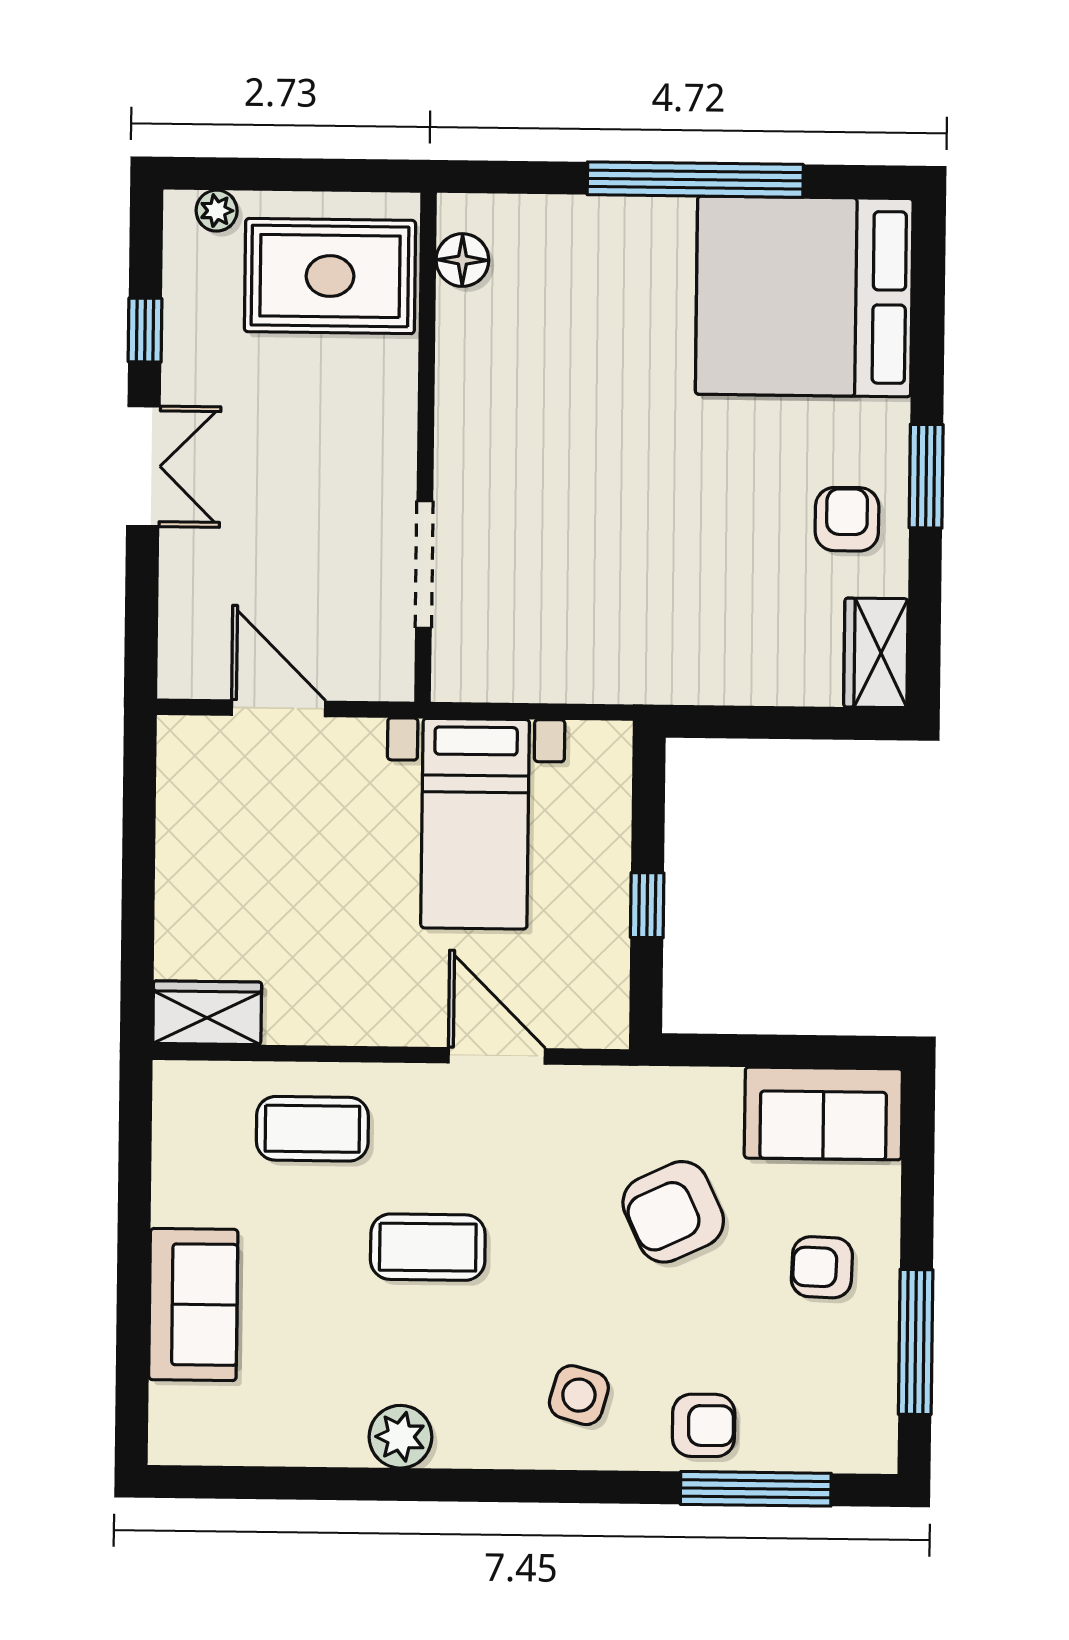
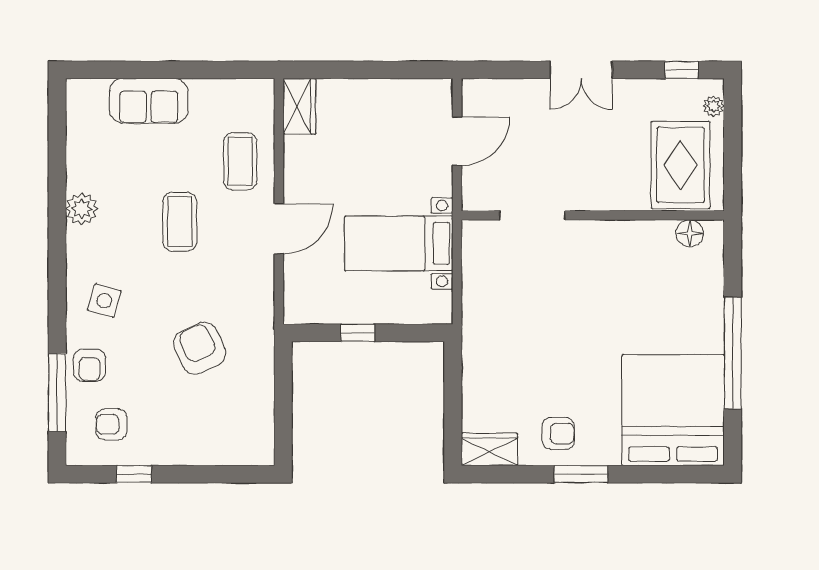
window: (145, 330) -> (682, 70), moved
door: (497, 1056) -> (279, 229), moved
sofa: (823, 1114) -> (251, 425), removed
armchair: (822, 1267) -> (111, 424), moved, turned -92
window: (916, 1342) -> (134, 474), width x0.46

